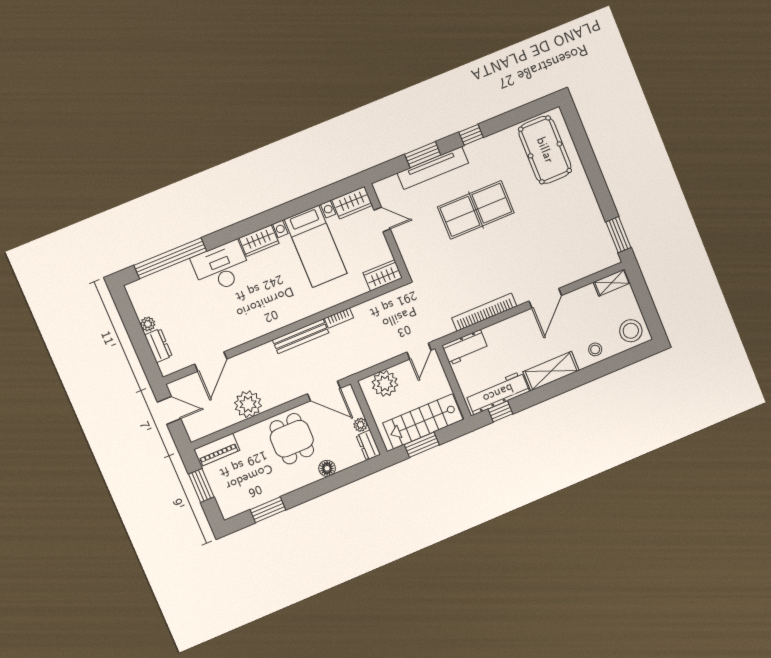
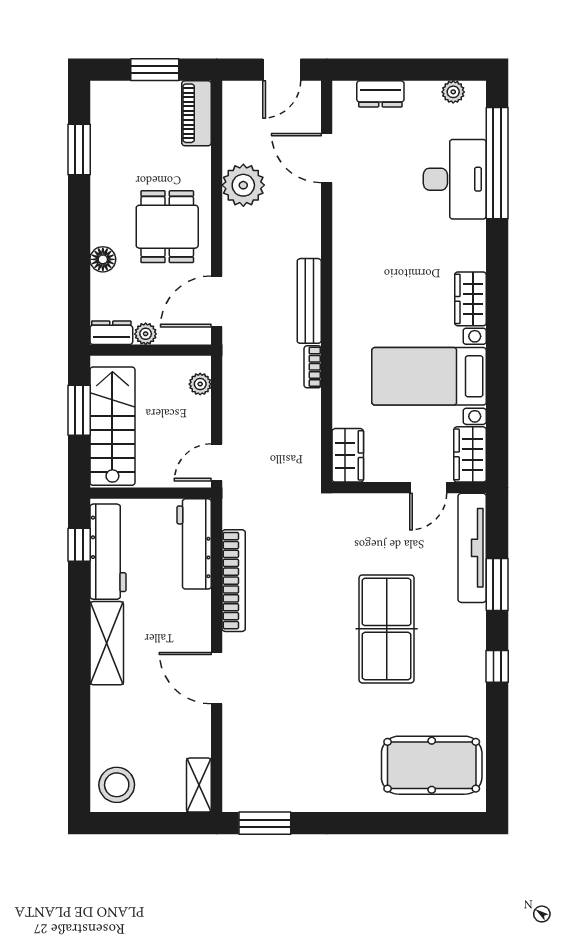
tv unit: (433, 168) -> (472, 548), moved
desk: (221, 267) -> (455, 179), moved
plant: (148, 324) -> (453, 92), moved
workbench: (465, 347) -> (194, 544), width x1.38
stool: (595, 349) -> (111, 721), removed
door: (419, 351) -> (217, 462), hinge flipped
plant: (385, 383) -> (200, 384), width x0.53, depth x0.53
dining table: (292, 439) -> (167, 227), turned 90

